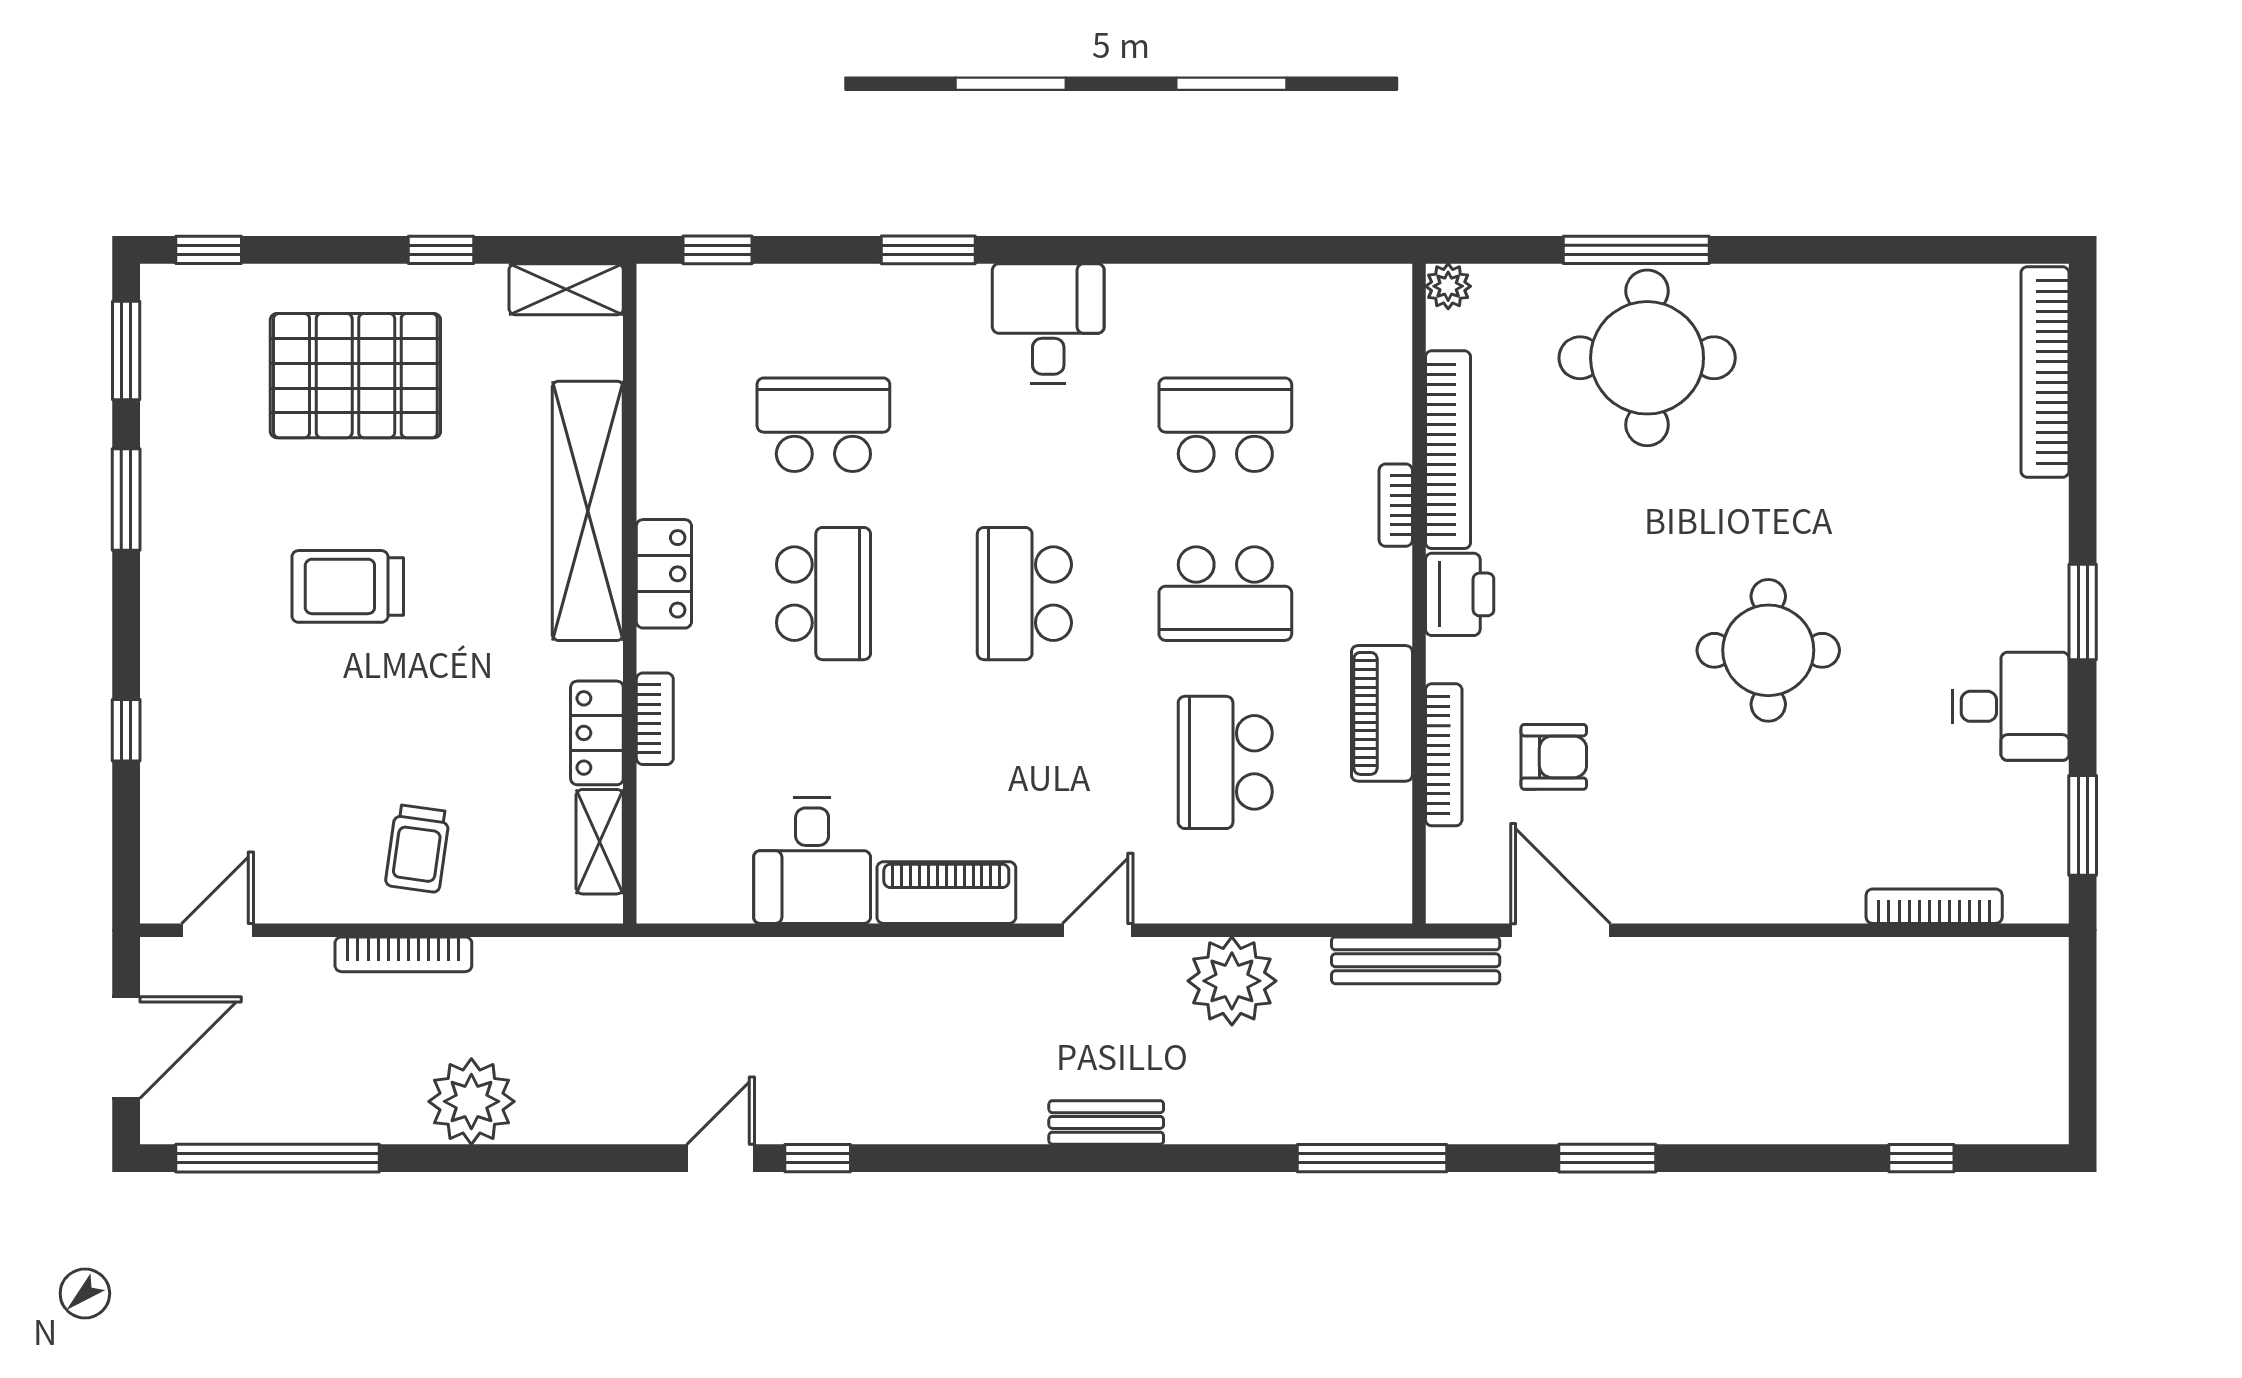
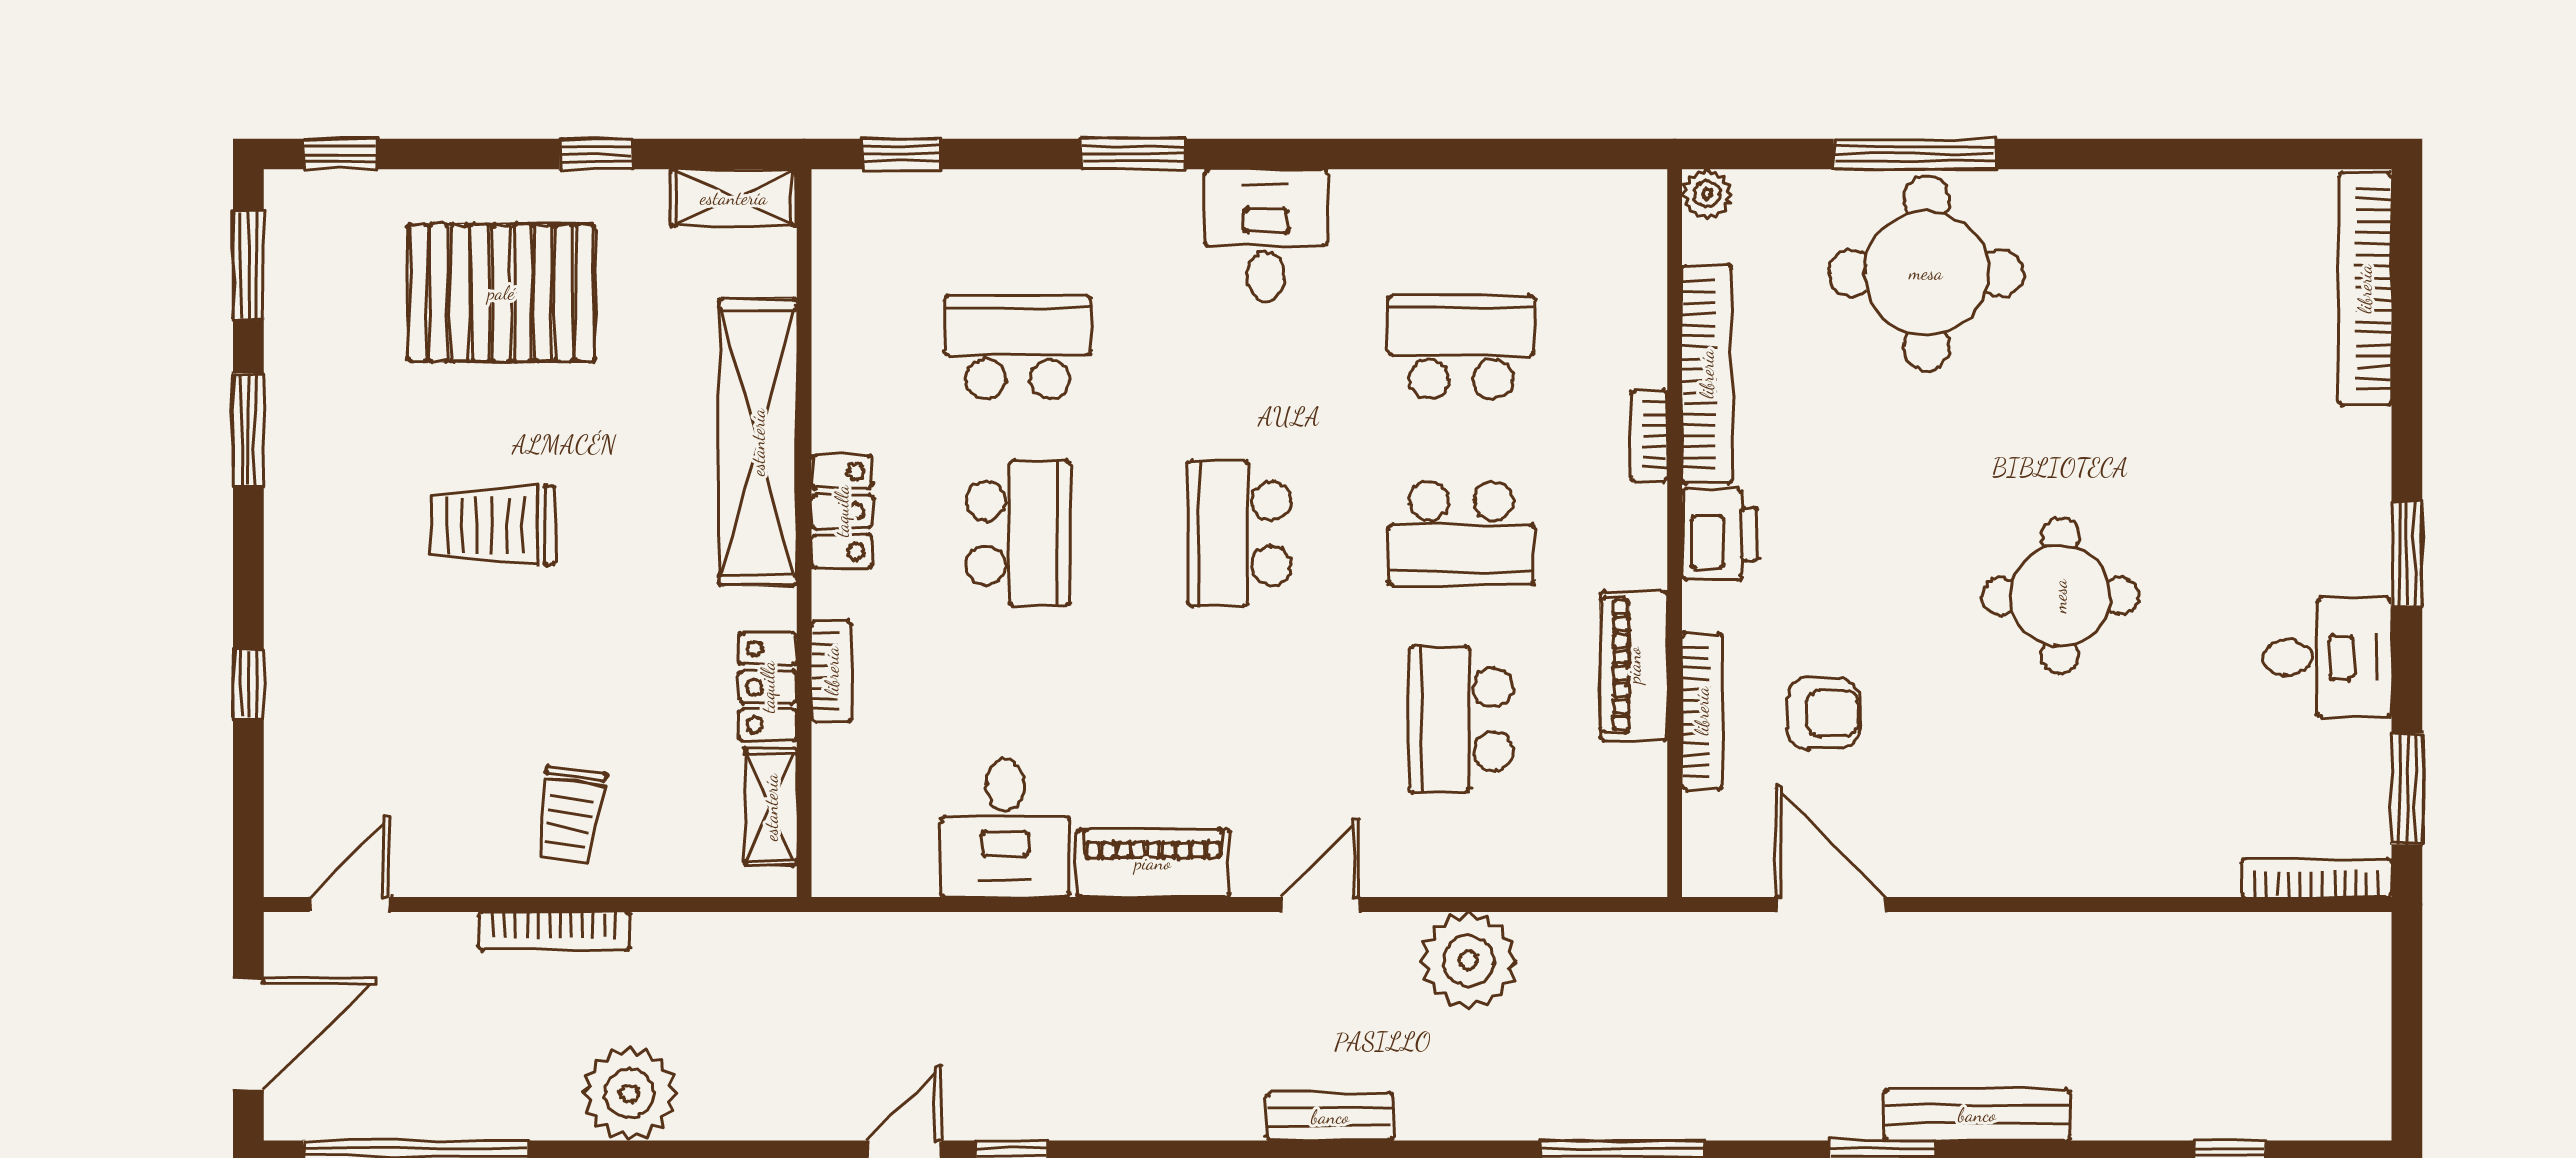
bookcase: (1934, 906) -> (2317, 878), moved
bench: (1416, 960) -> (1977, 1115), moved

